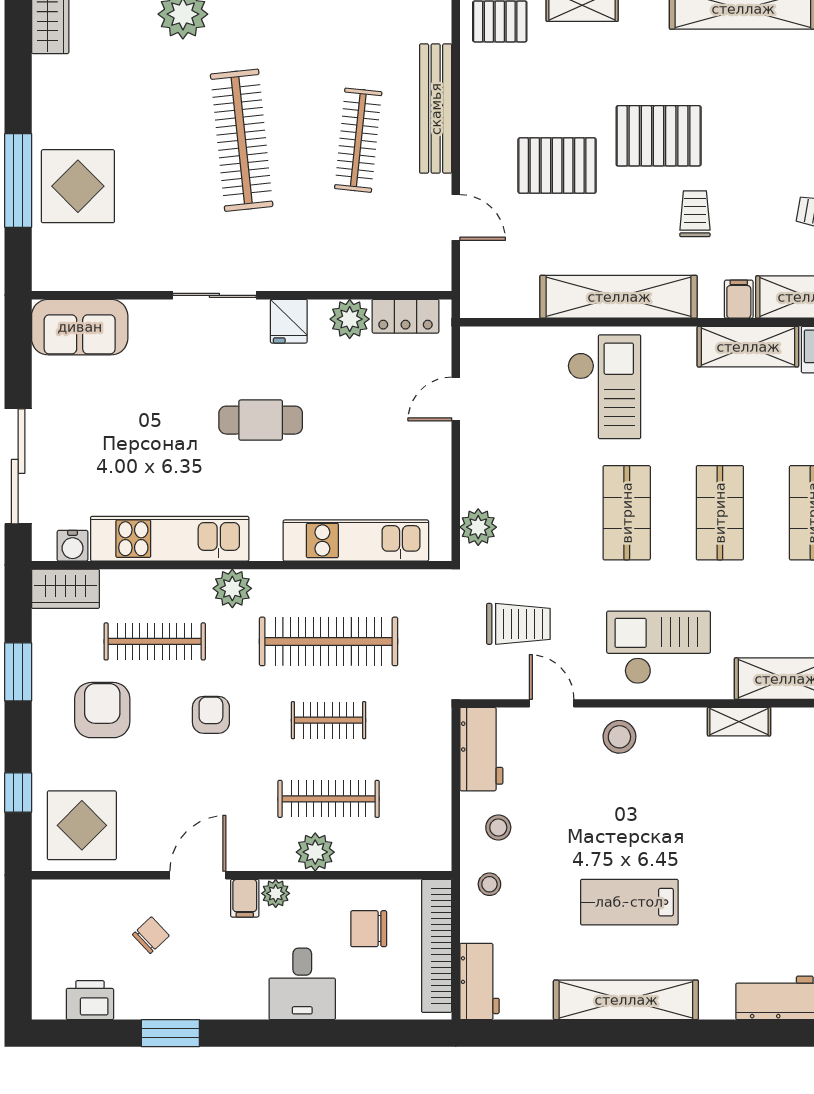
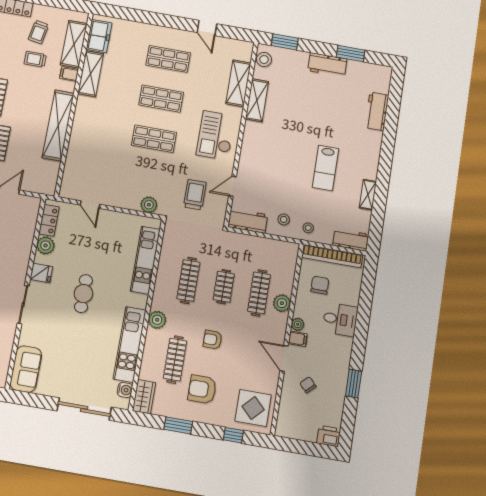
trolley: (695, 214) -> (35, 59), moved
checkout: (604, 387) -> (97, 139), removed
clothes rail: (329, 641) -> (188, 280), width x0.73, depth x0.76
shelving: (739, 722) -> (257, 100), width x1.50, depth x1.33
stool: (619, 737) -> (252, 159), removed
chair: (369, 929) -> (320, 285), turned 180
printer: (90, 1000) -> (329, 436), moved, turned 90
shelving: (626, 1000) -> (368, 195), width x0.45, depth x0.75

